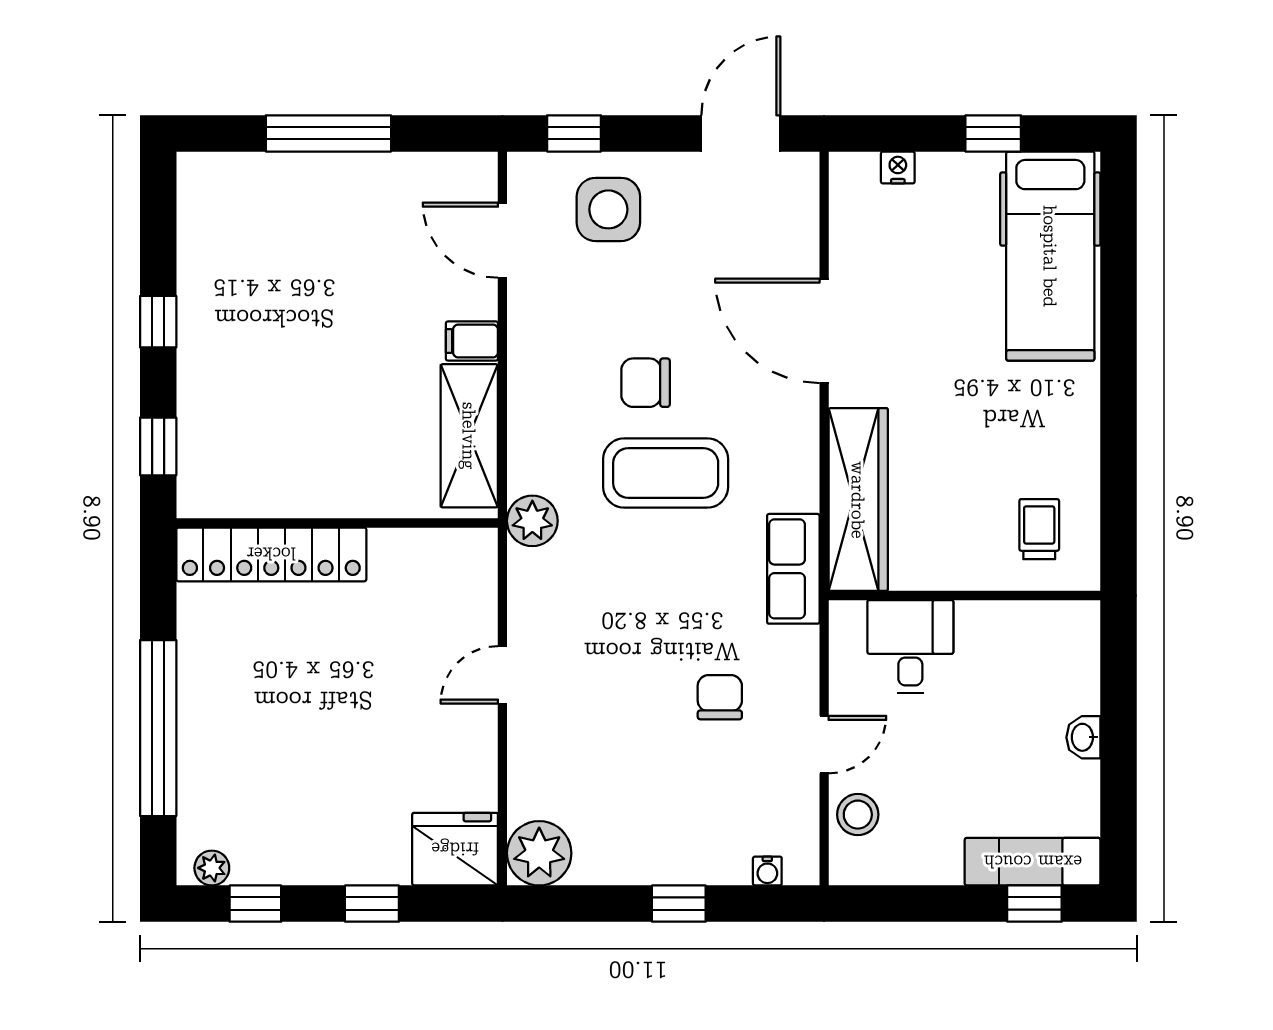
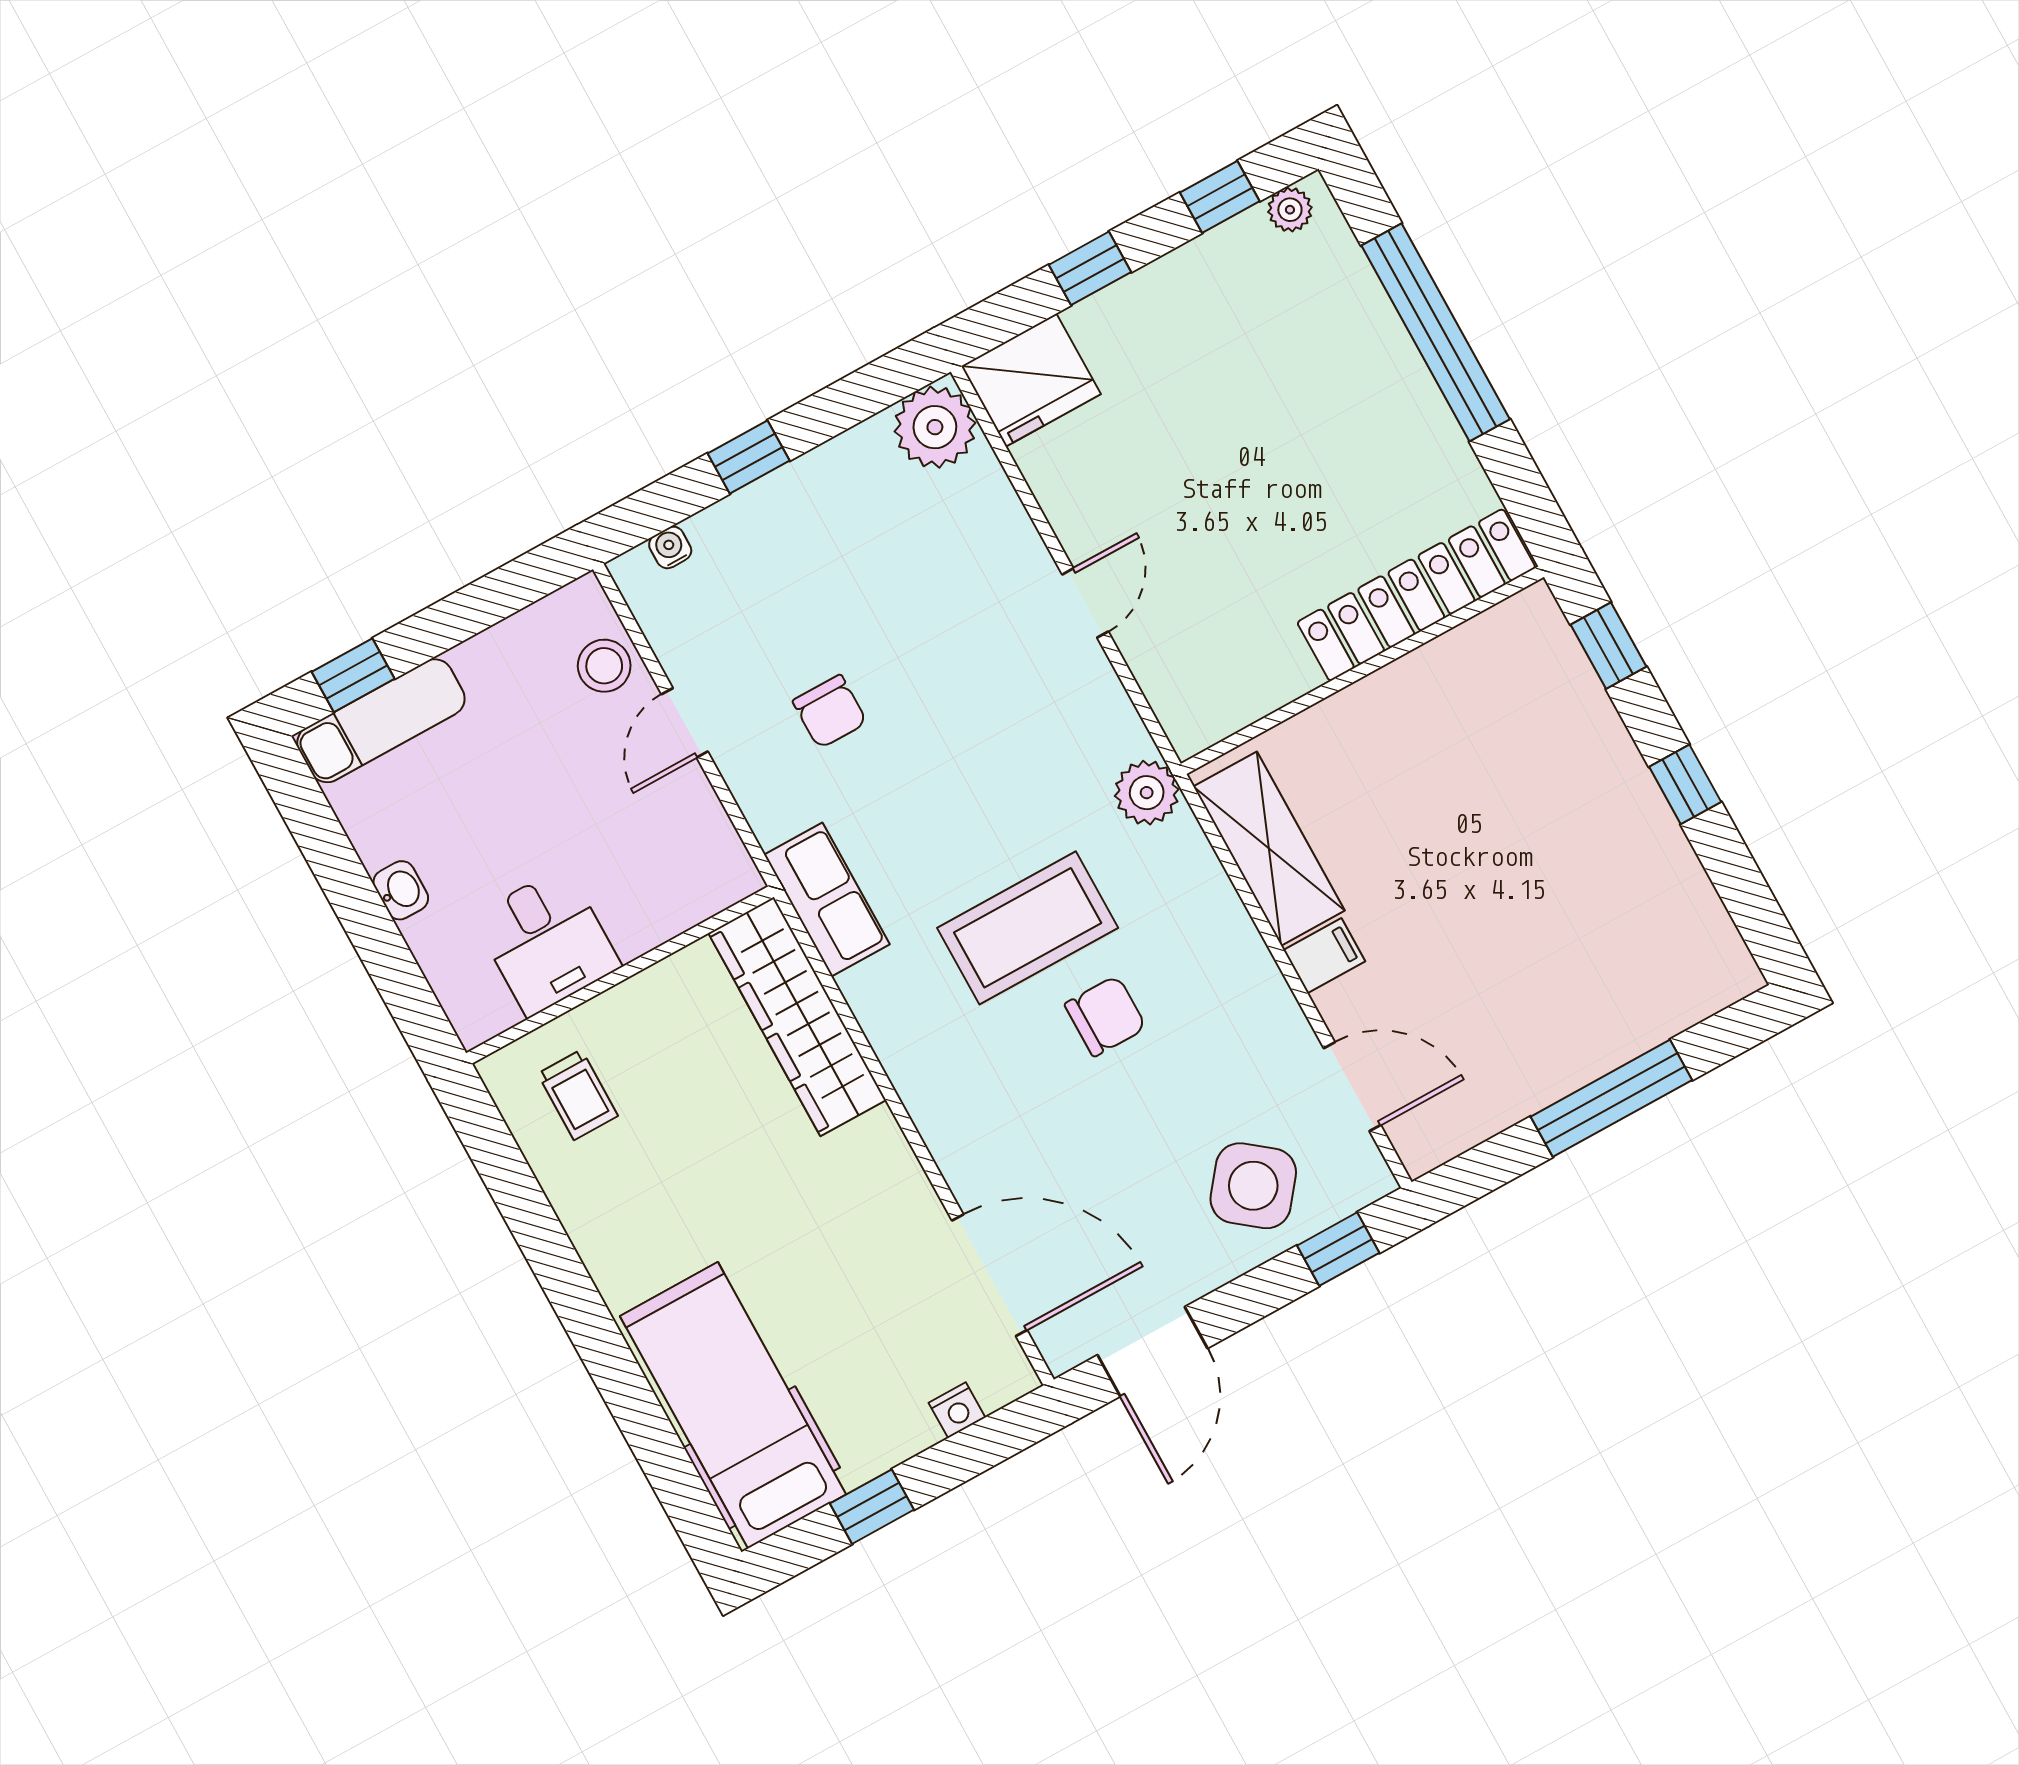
side table: (608, 209) -> (1253, 1186), turned 38
door: (824, 331) -> (990, 1275), moved
desk: (910, 646) -> (547, 942), moved

